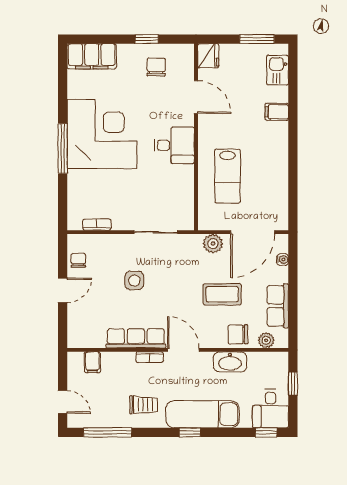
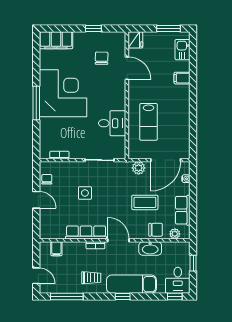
chair: (156, 67) -> (102, 58), moved
desk: (174, 145) -> (112, 123), moved
door: (63, 290) -> (36, 200), hinge flipped
chair: (238, 334) -> (156, 230), turned 180

